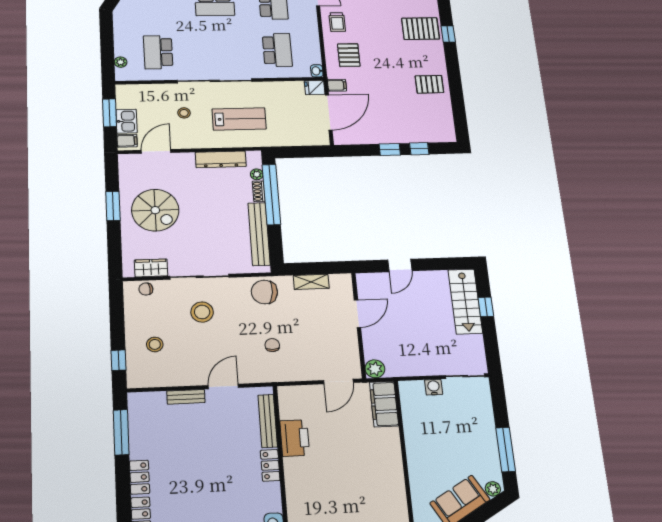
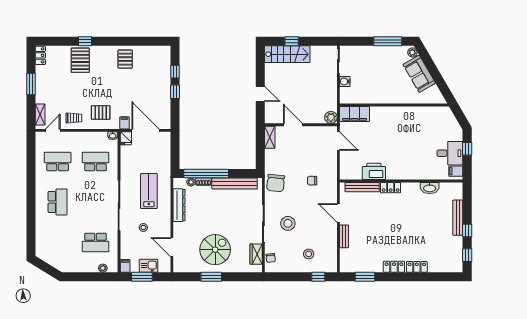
filing cabinet: (127, 141) -> (125, 266), moved
shelving: (311, 282) -> (270, 137), moved
window: (121, 432) -> (365, 277), width x0.69

